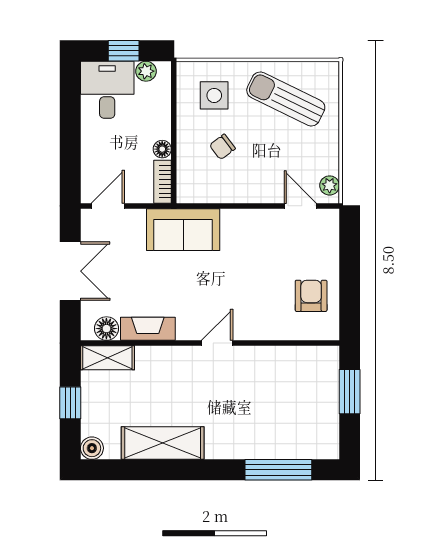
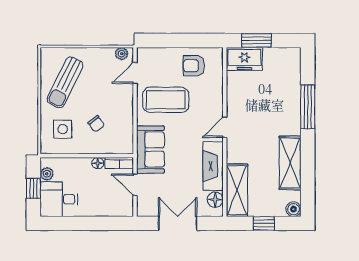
door: (108, 206) -> (135, 185), moved
coffee table: (259, 253) -> (166, 100), added
fireplace: (148, 329) -> (213, 166), width x1.37, depth x1.32
door: (217, 343) -> (225, 127), hinge flipped
shelving: (107, 358) -> (237, 190), width x1.50, depth x1.33
freezer: (321, 373) -> (244, 59), added
window: (278, 470) -> (308, 107), moved

